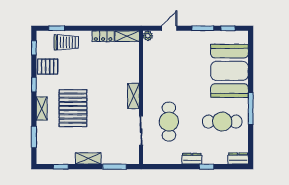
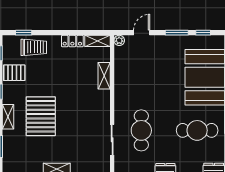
shelving: (133, 96) -> (104, 76), moved

